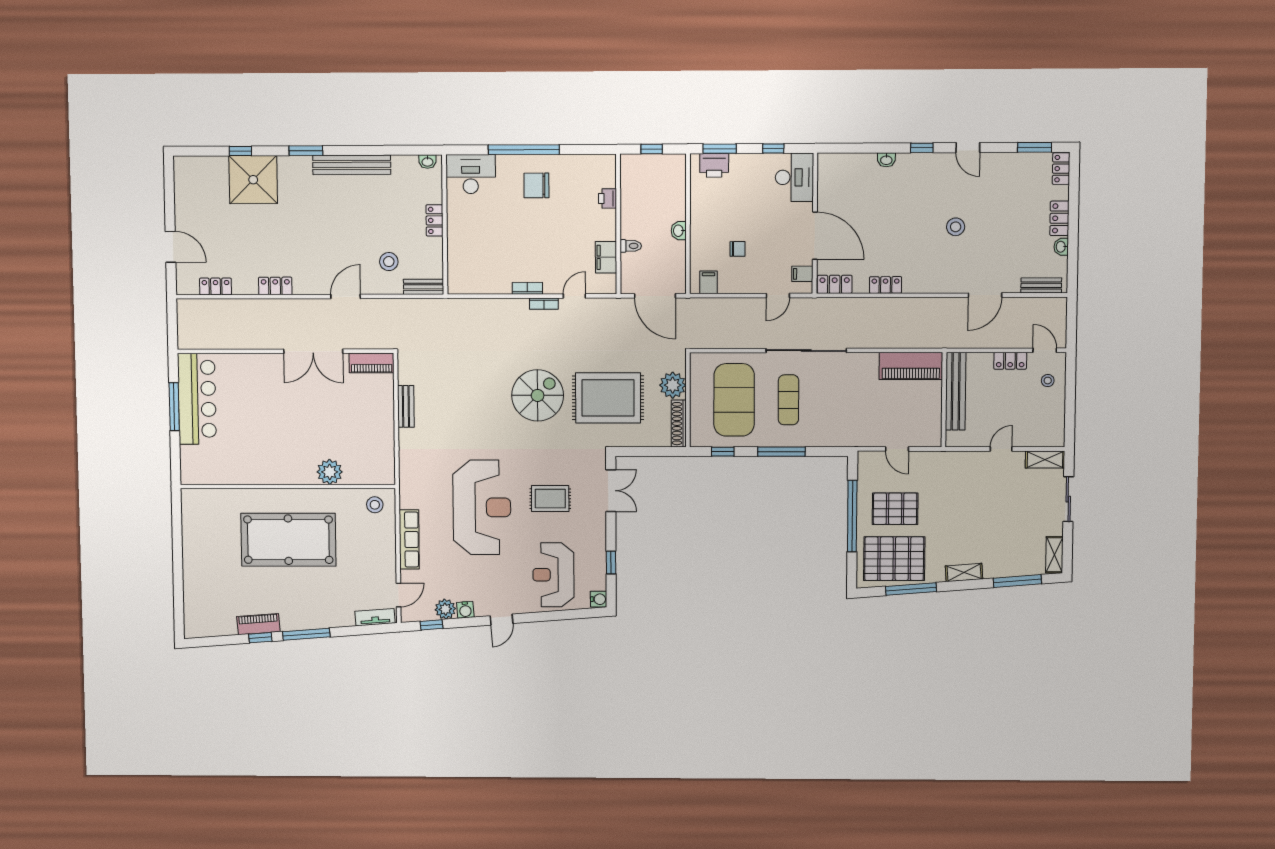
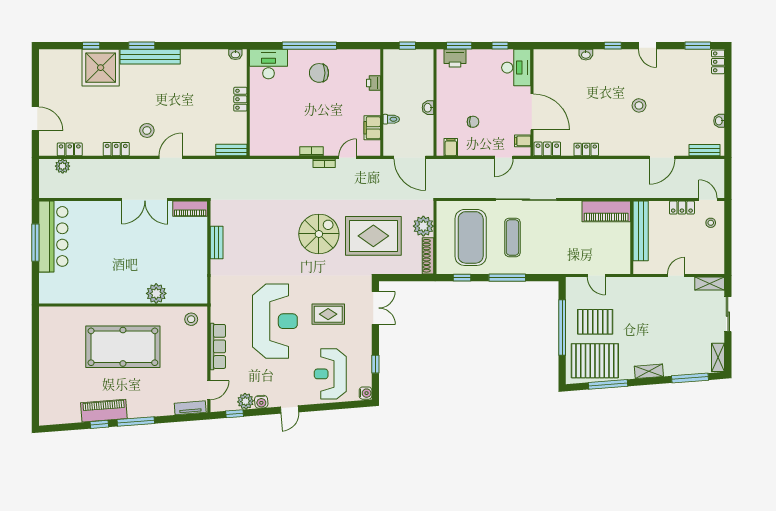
bench: (352, 165) -> (150, 57), moved
locker: (1059, 218) -> (717, 99), removed
stool: (389, 262) -> (147, 130), moved
plant: (207, 308) -> (63, 166), added
piano: (258, 624) -> (104, 411), width x1.37, depth x1.33

